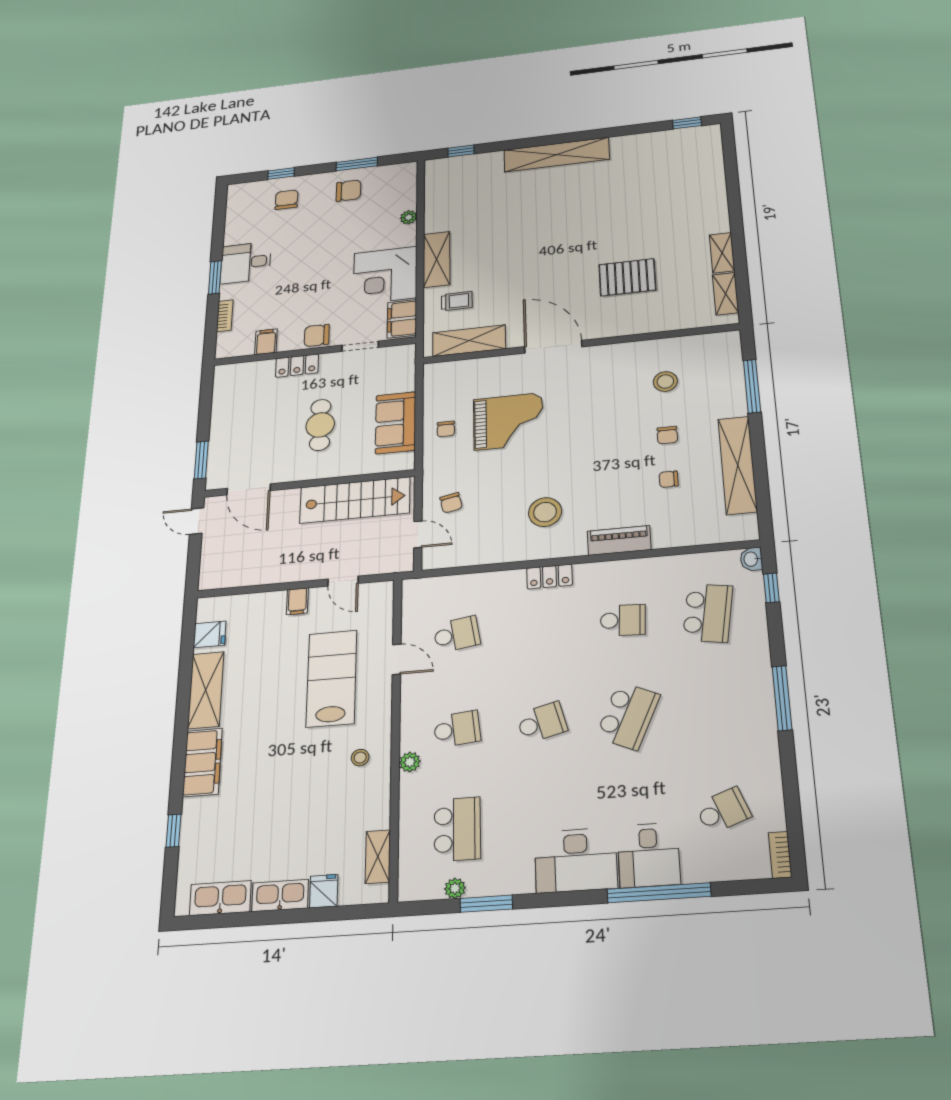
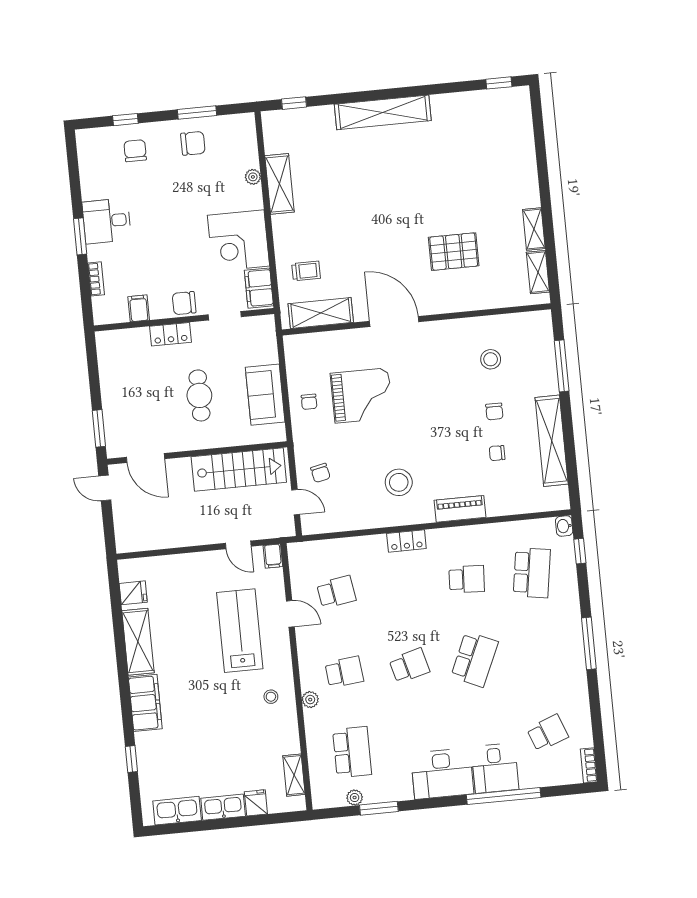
shelving: (437, 259) -> (279, 184), moved
filing cabinet: (297, 601) -> (273, 556), moved

